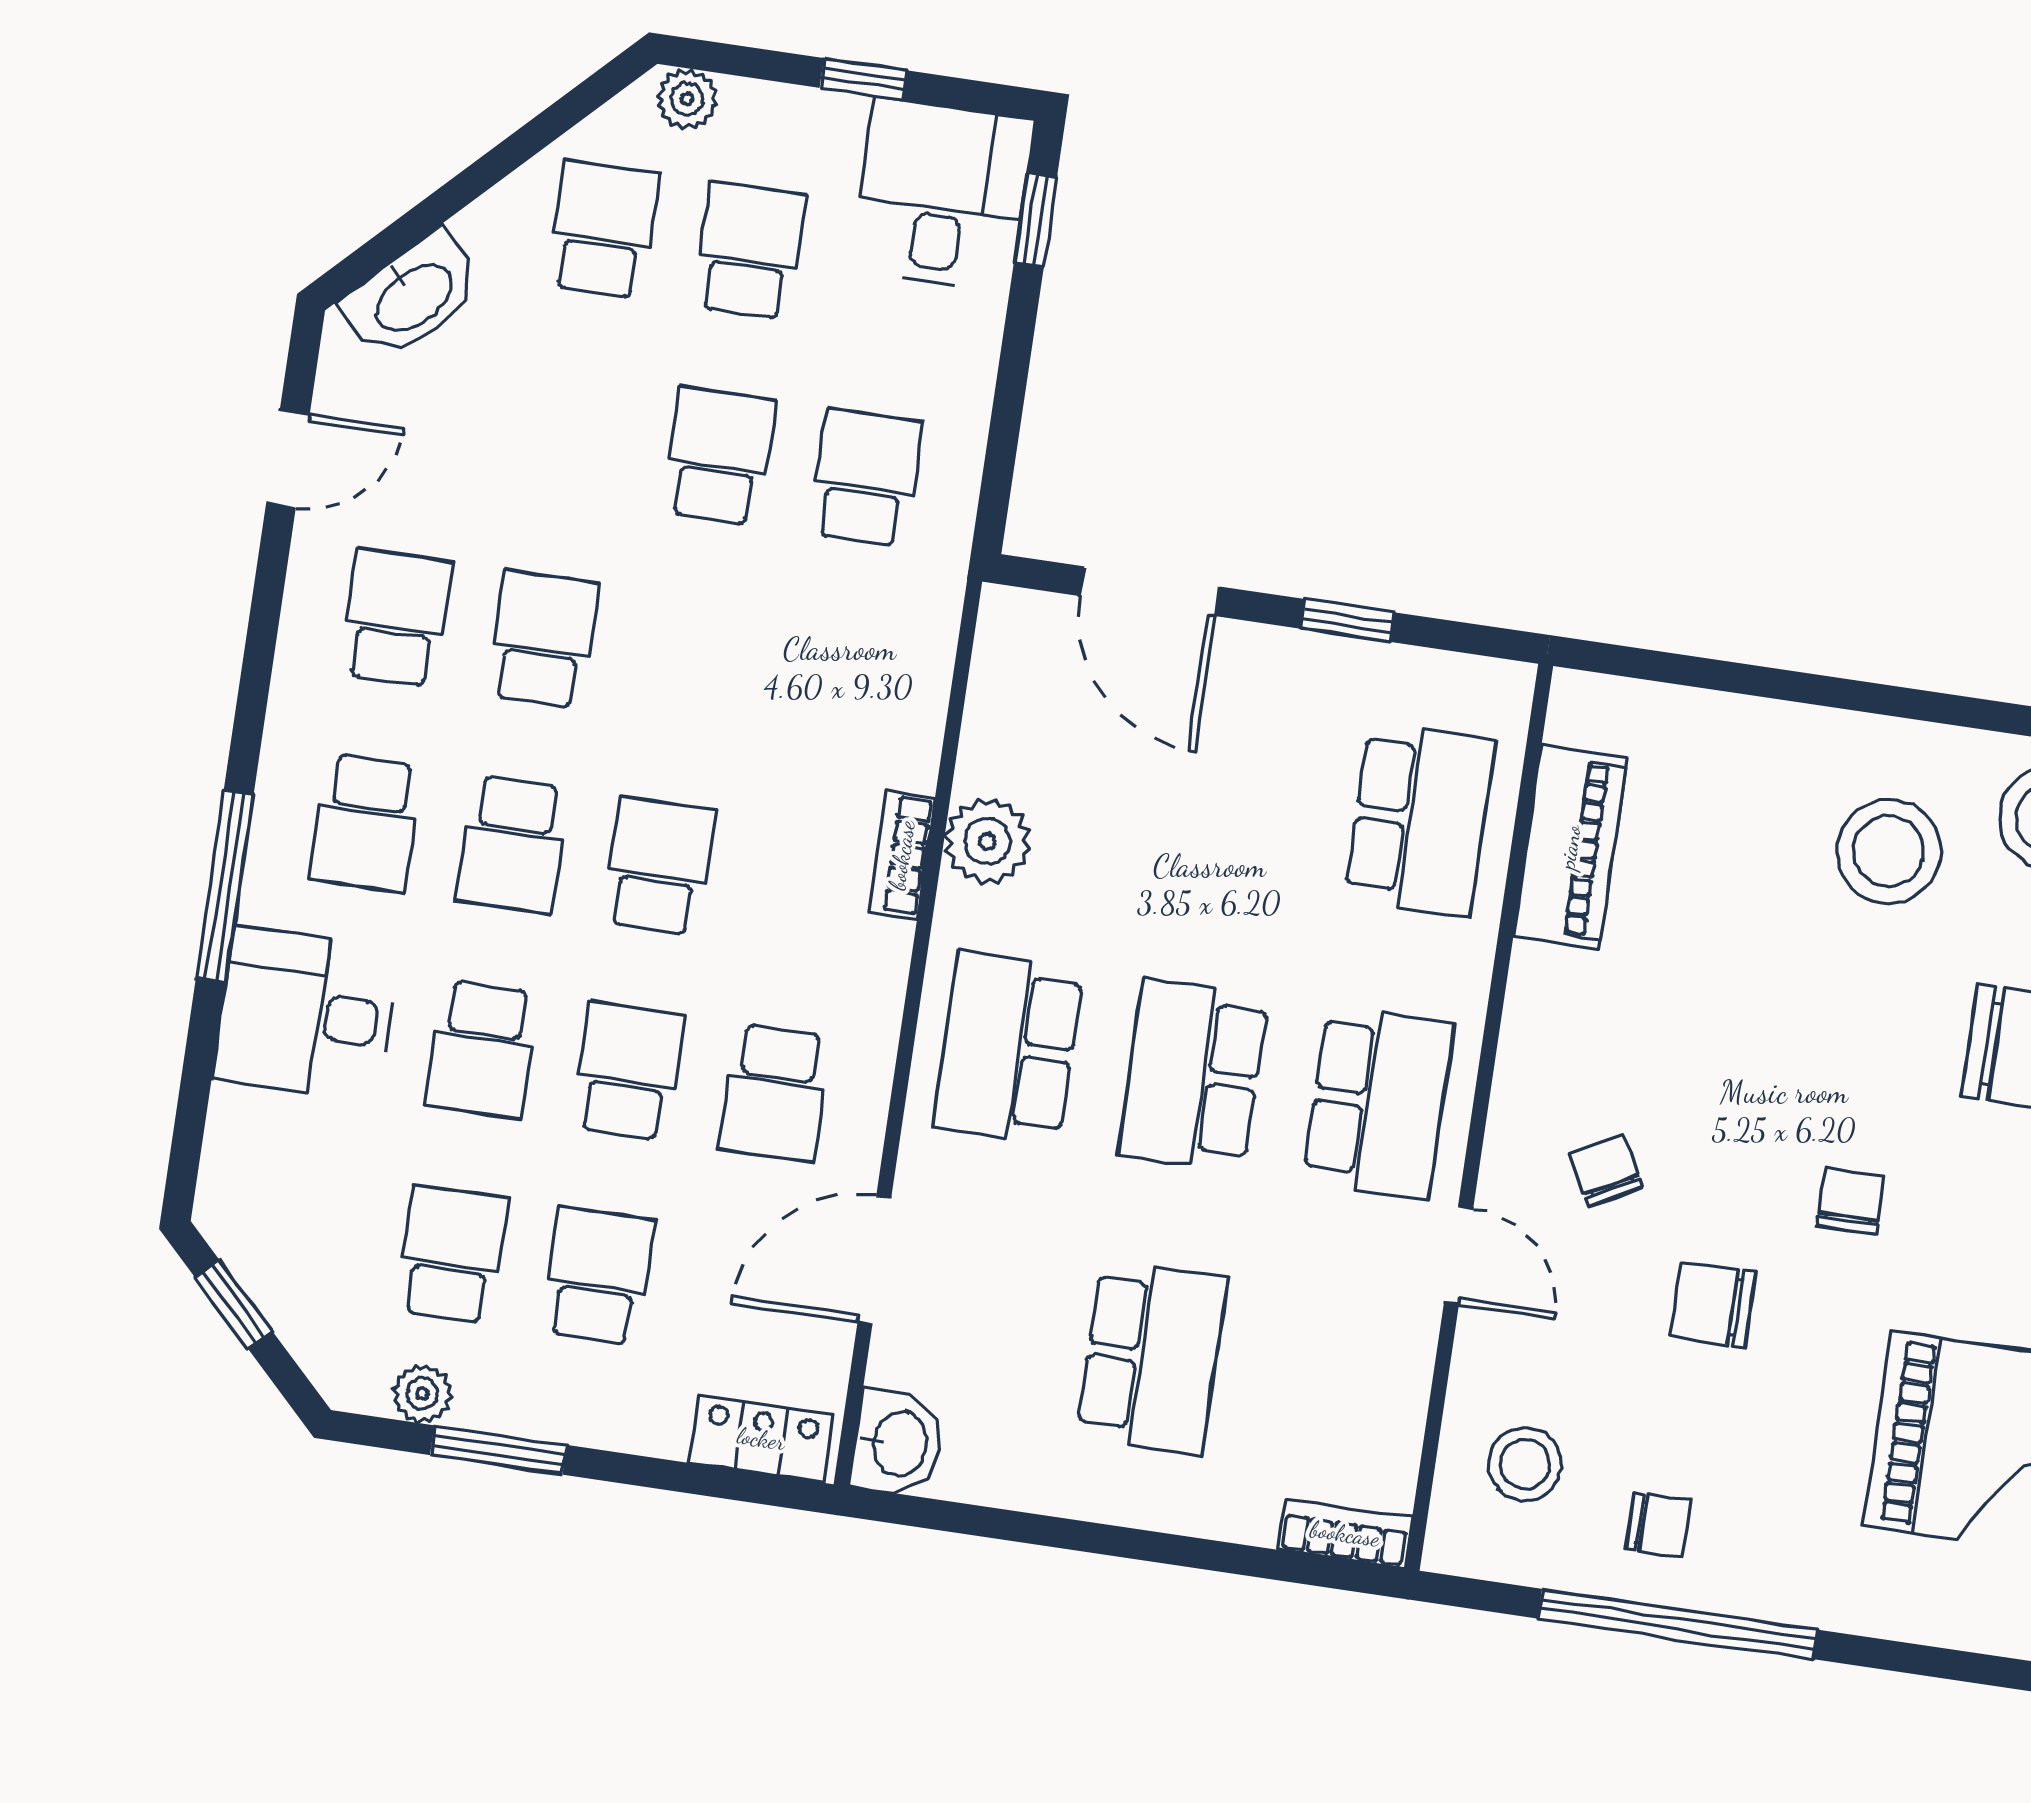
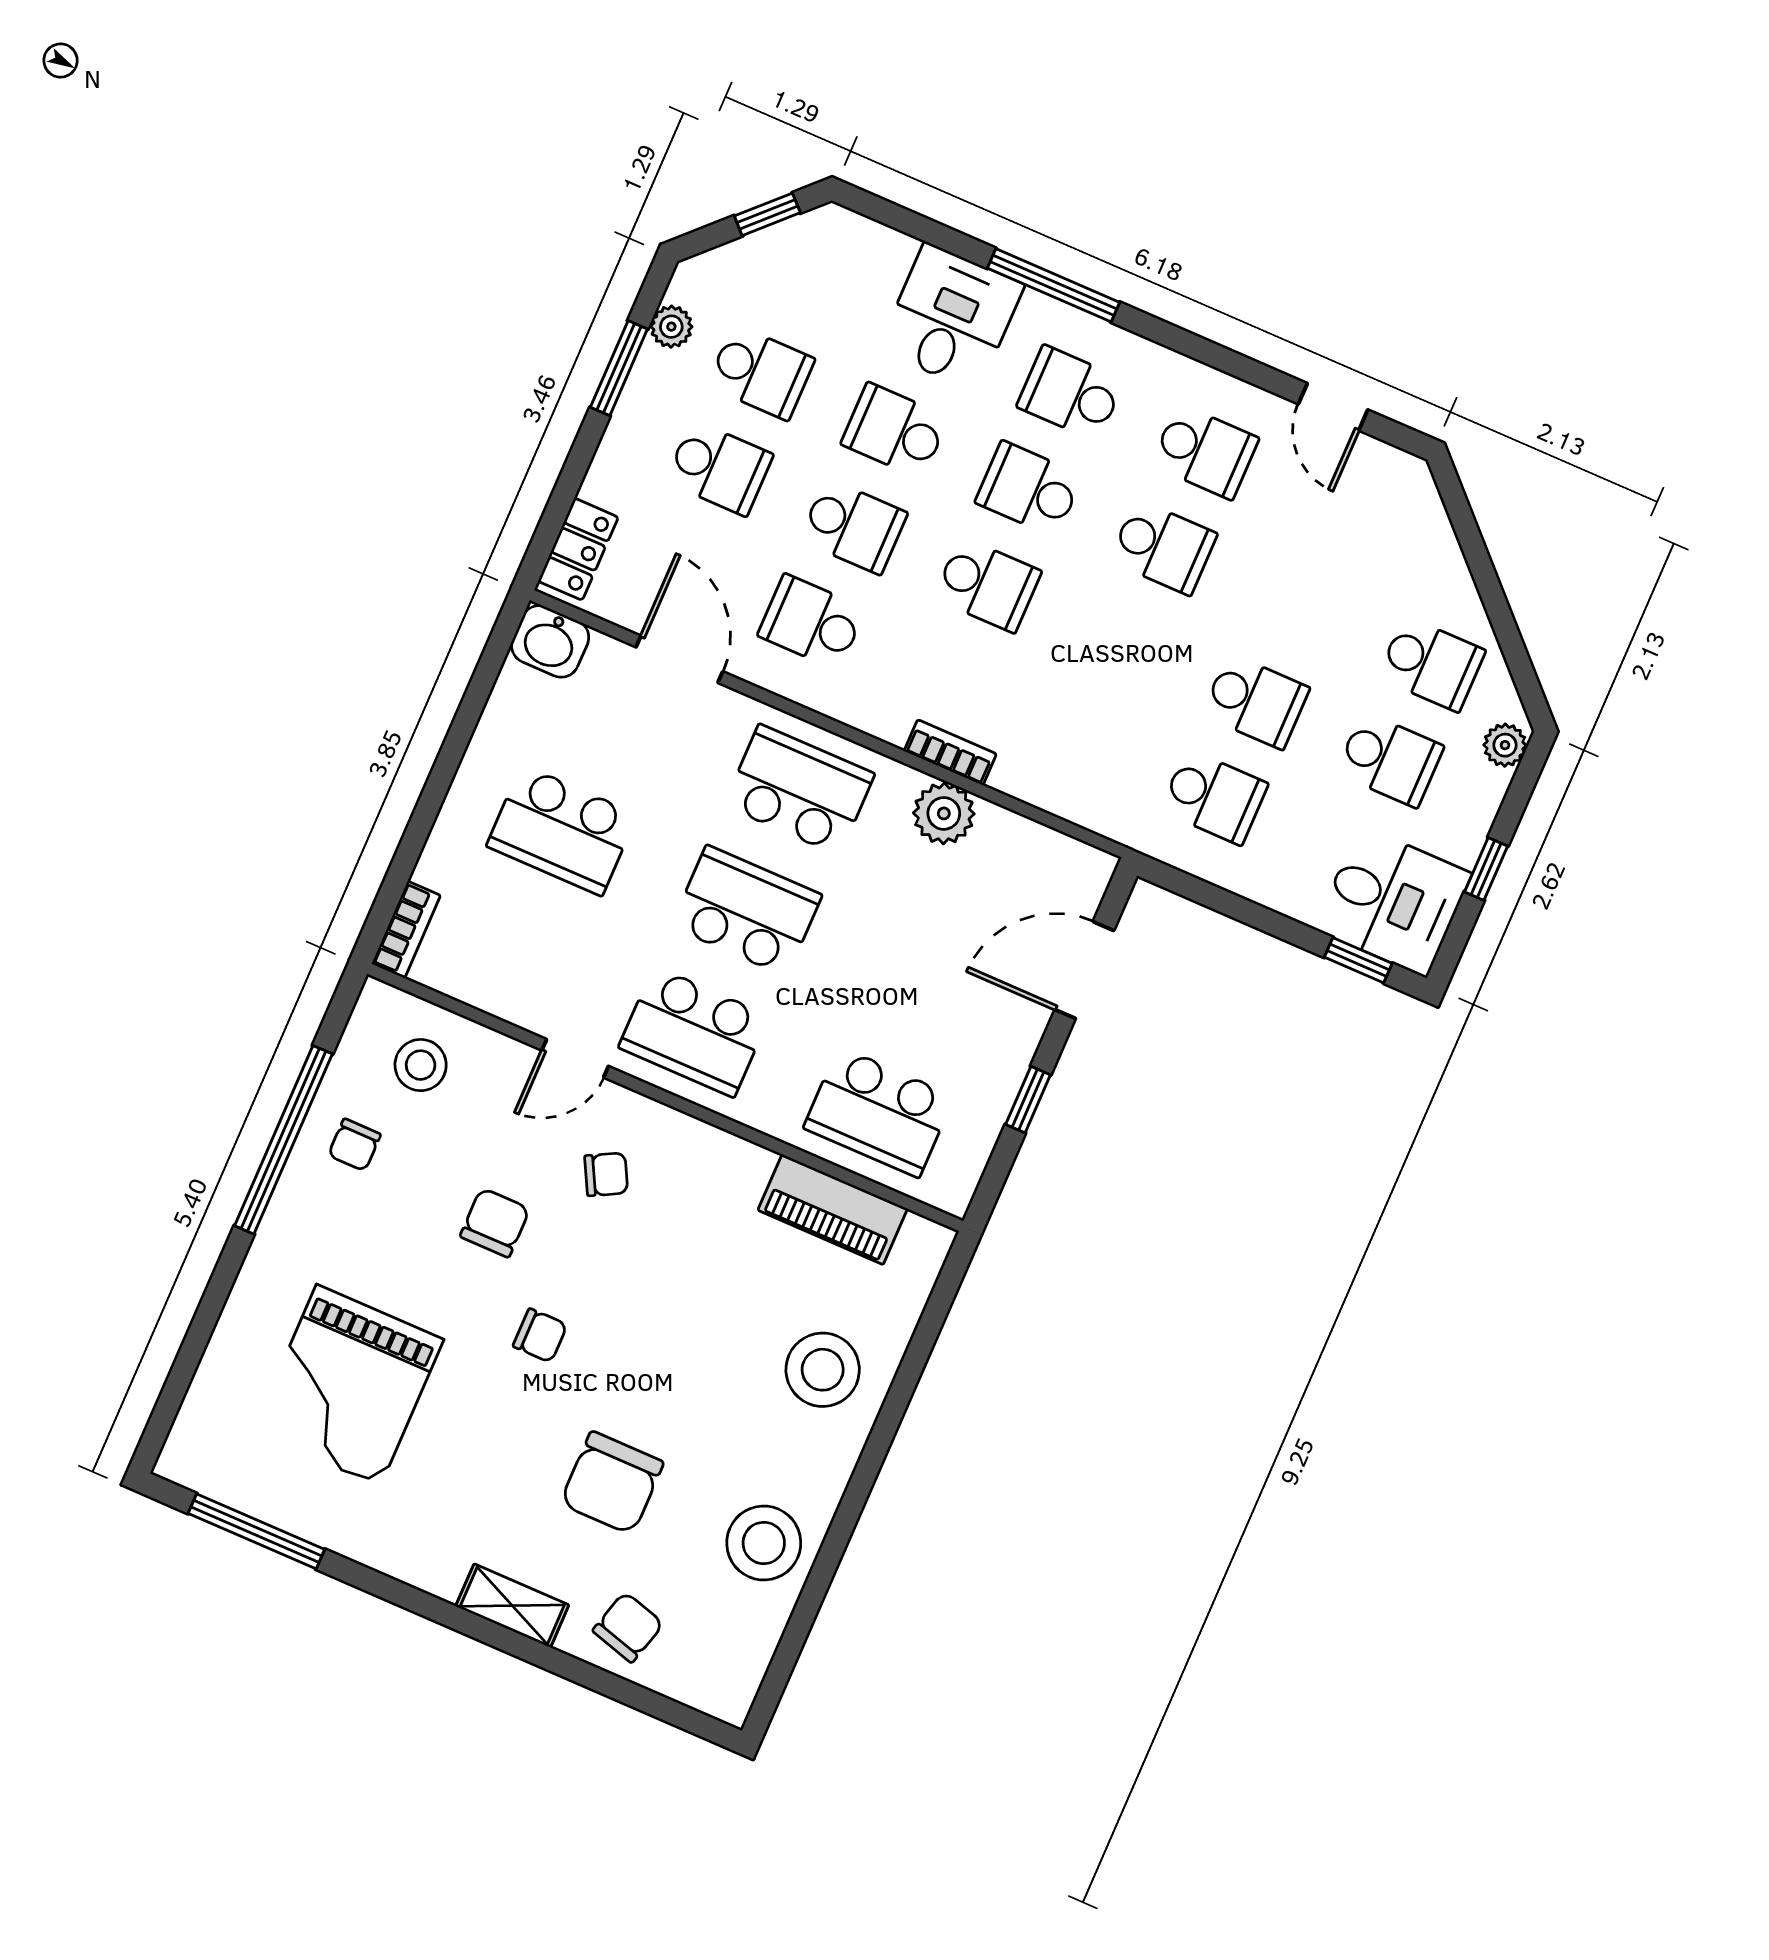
washbasin: (413, 296) -> (1421, 522), removed
stool: (1889, 851) -> (823, 1370), moved

